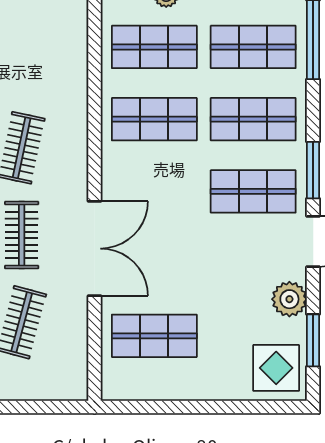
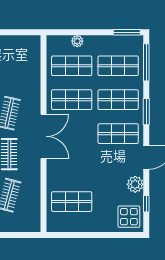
window: (313, 170) -> (146, 112), moved
double door: (94, 249) -> (44, 136), moved
window: (313, 340) -> (146, 204), width x0.67

